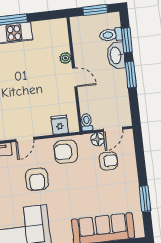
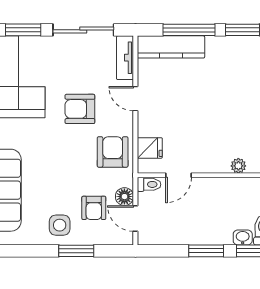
washbasin: (116, 55) -> (243, 237), width x0.52, depth x0.69
door: (75, 77) -> (179, 175), moved
side table: (124, 185) -> (60, 225), added
window: (145, 199) -> (76, 251), moved

